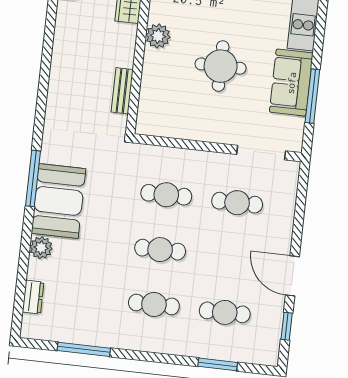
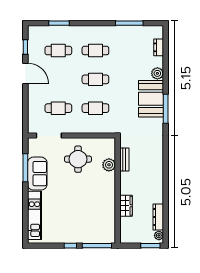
plant: (158, 36) -> (109, 165), moved
round table: (221, 66) -> (78, 159), moved

